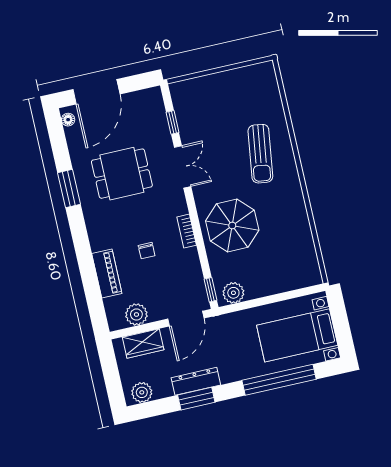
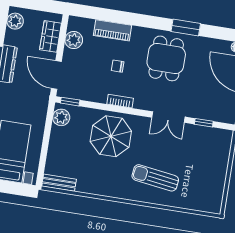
dining table: (122, 174) -> (166, 58), moved
bench: (311, 265) -> (59, 183), added

